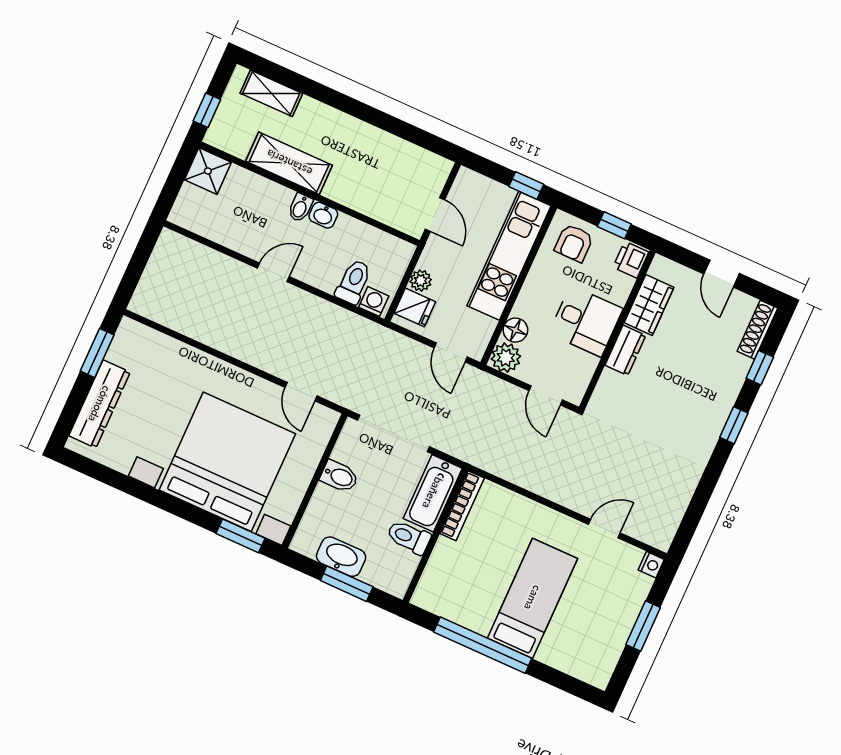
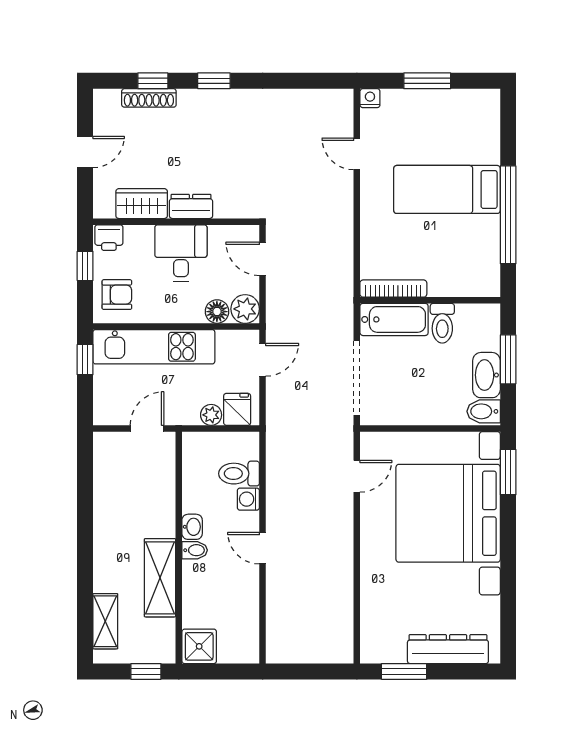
washing machine: (374, 302) -> (248, 499), moved
shoe rack: (758, 330) -> (149, 98), moved
door: (546, 395) -> (263, 259), swing flipped
bidet: (339, 476) -> (484, 411), moved, turned -90

